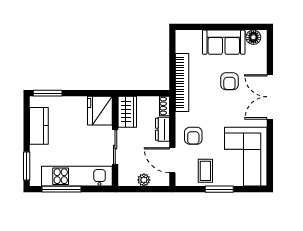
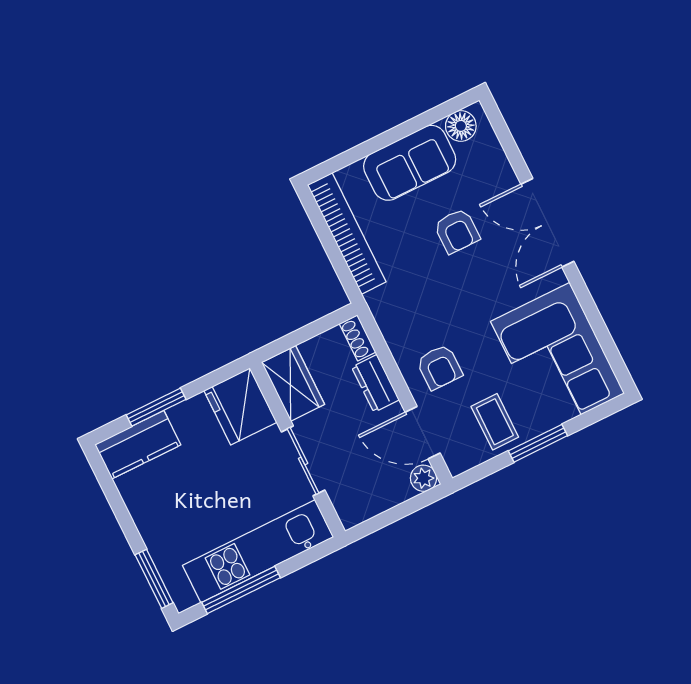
bookcase: (182, 83) -> (347, 233), moved
window: (48, 93) -> (156, 407), moved
kitchen counter: (39, 126) -> (138, 445), moved, turned 90
plant: (144, 180) -> (424, 478), moved

